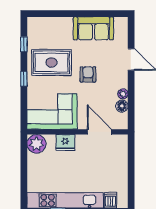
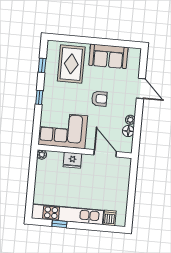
rug: (51, 62) -> (71, 64), moved, turned 90
armchair: (88, 74) -> (99, 99), turned 90
plant: (36, 144) -> (42, 155), width x0.53, depth x0.53

